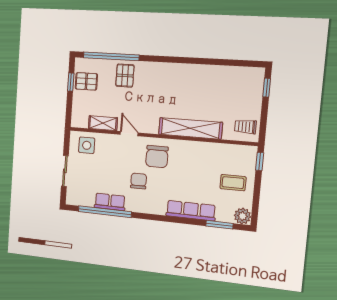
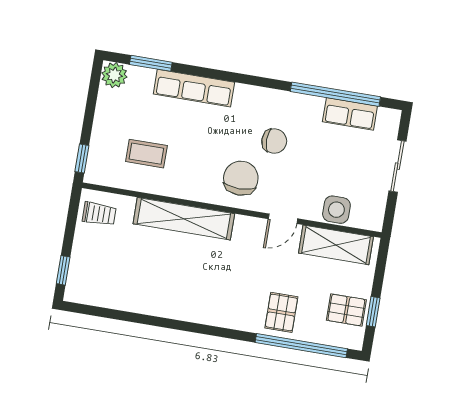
shelving: (103, 123) -> (336, 245), width x1.50, depth x1.33
door: (129, 134) -> (283, 219), hinge flipped
side table: (87, 145) -> (336, 210), moved
chair: (139, 181) -> (274, 141), turned -90
coffee table: (233, 183) -> (146, 154), moved
row of seats: (110, 202) -> (350, 114), moved

